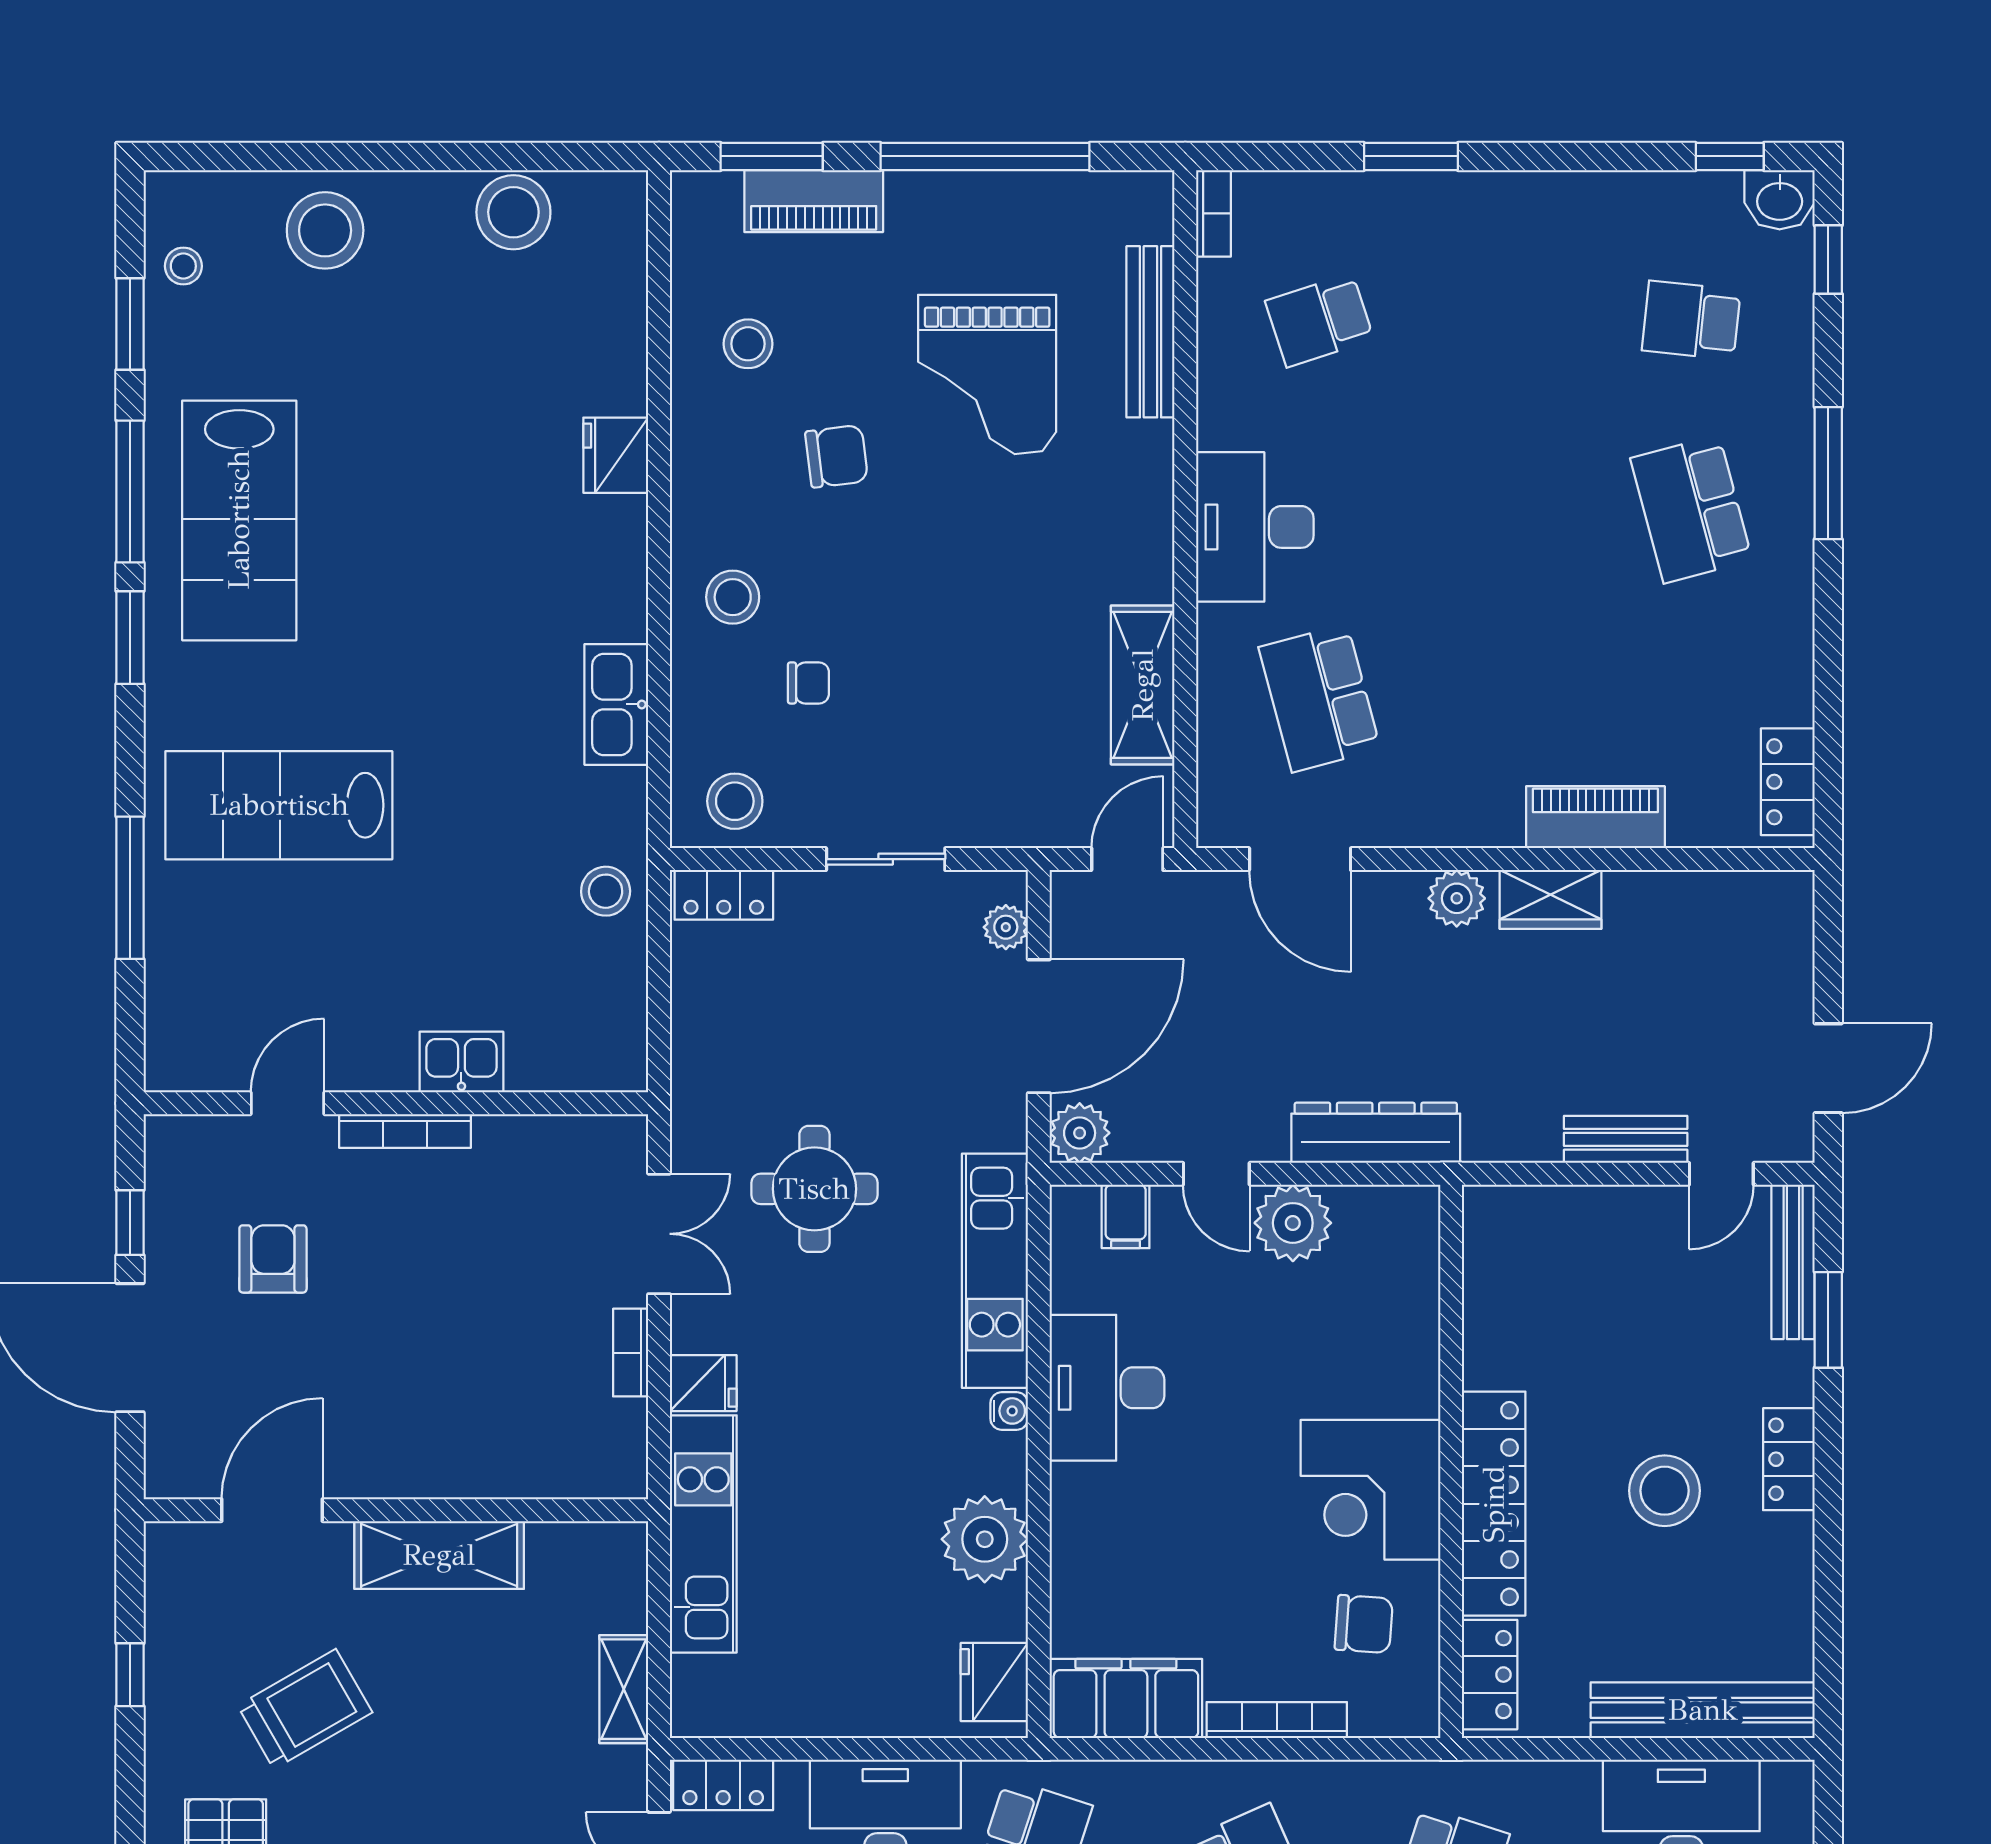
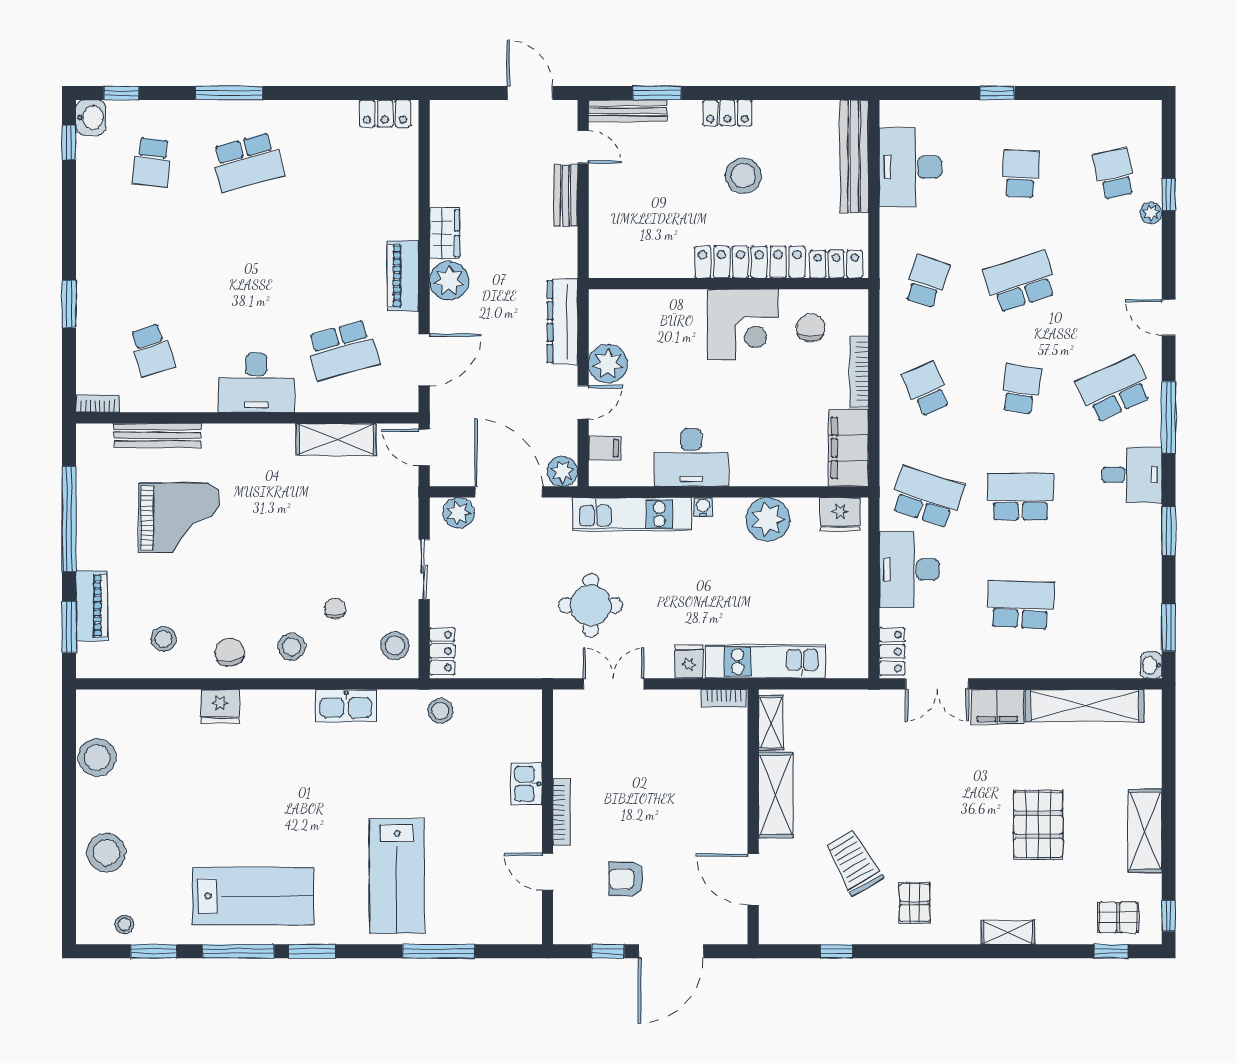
chair: (837, 456) -> (230, 652), moved
piano: (1595, 817) -> (403, 276), moved
plant: (1457, 898) -> (449, 281), width x1.36, depth x1.36
plant: (1006, 927) -> (458, 513), width x1.38, depth x1.38
bookcase: (631, 1353) -> (724, 698), moved
shelving: (624, 1689) -> (771, 723), moved, turned 90

